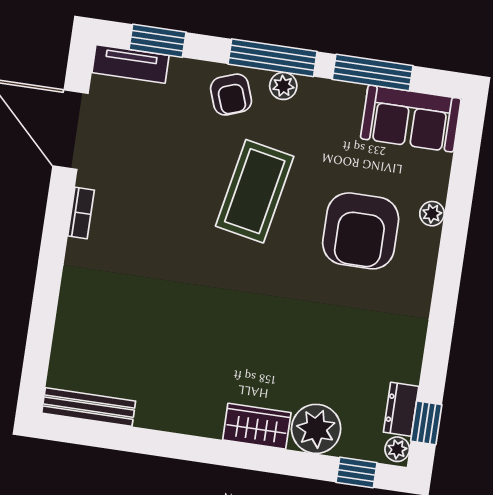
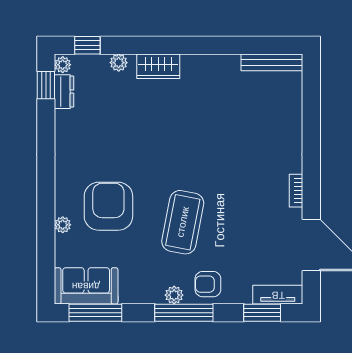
window: (373, 73) -> (95, 313), moved
armchair: (231, 95) -> (208, 284), turned -70
plant: (316, 429) -> (119, 63), width x0.53, depth x0.53

